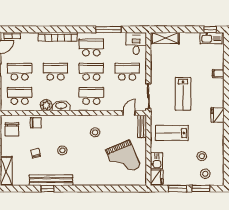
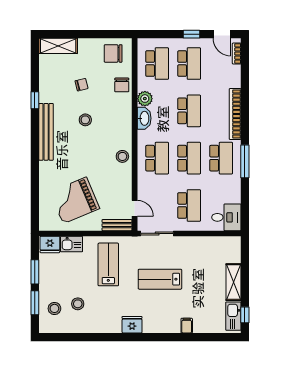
window: (108, 29) -> (245, 161), moved
shelving: (165, 38) -> (233, 282), moved
stool: (95, 132) -> (122, 156), moved
bench: (51, 180) -> (46, 132), moved

